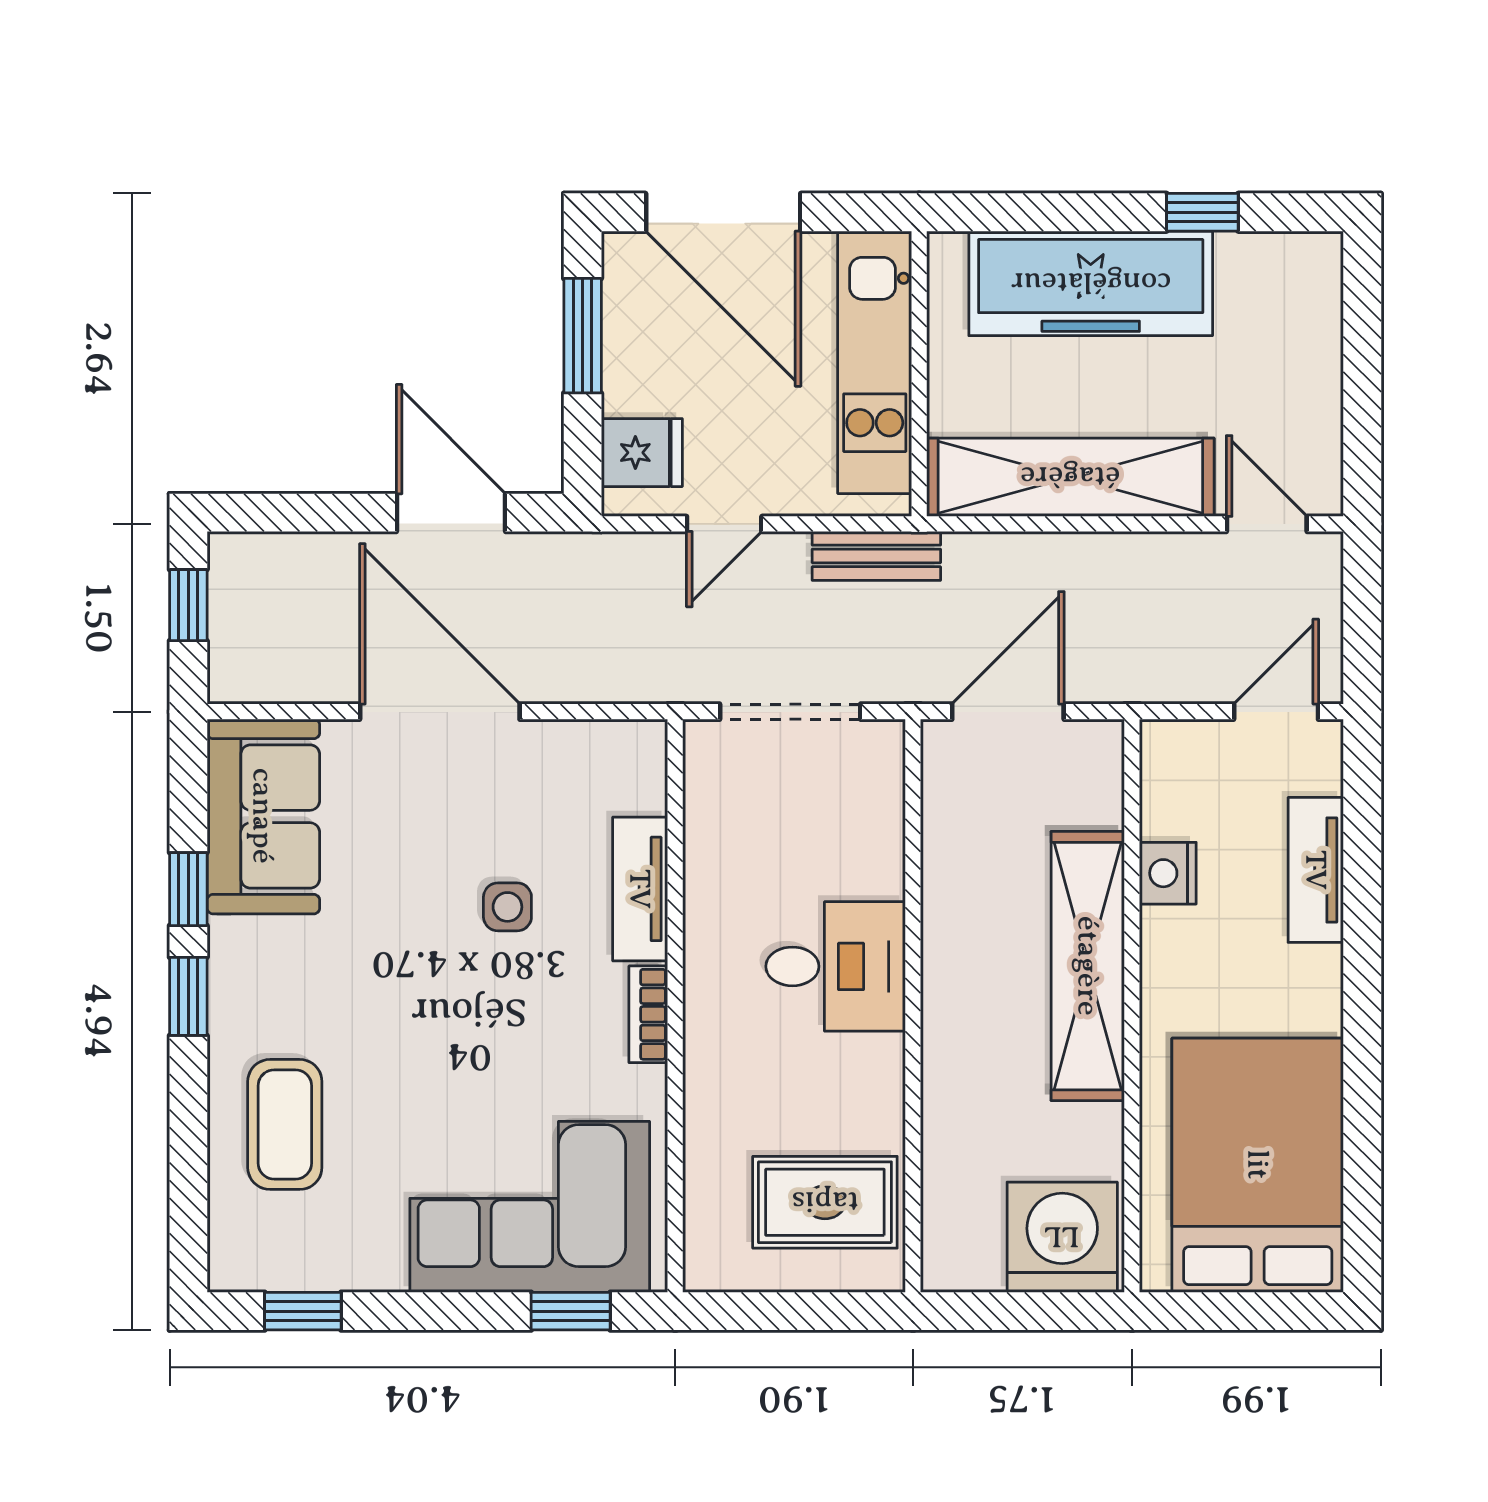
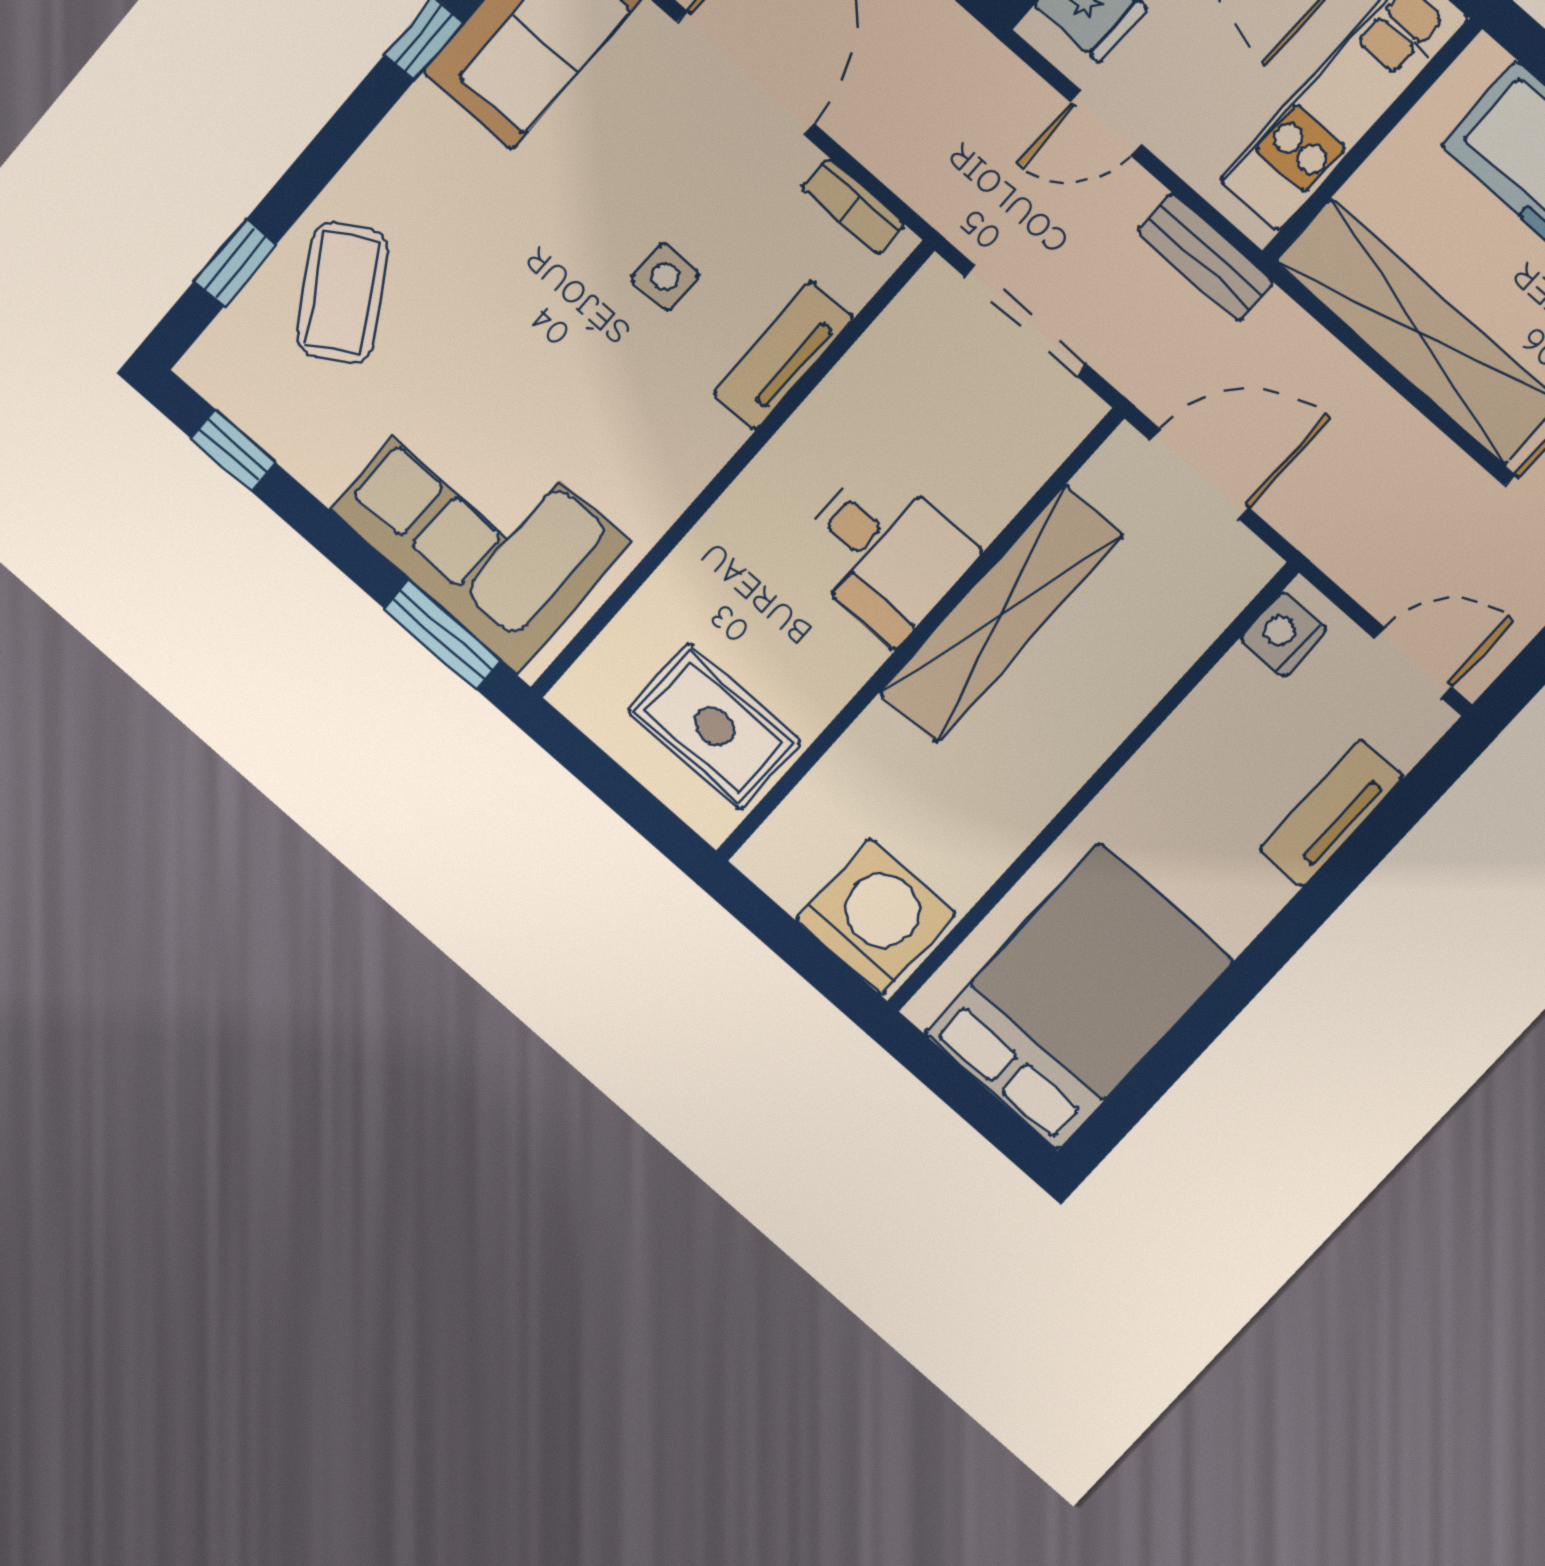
nightstand: (1168, 873) -> (1283, 634), moved
shelving: (1088, 966) -> (1001, 614), moved
window: (188, 996) -> (235, 263), moved
bookcase: (648, 1014) -> (854, 207), moved, turned -90
coffee table: (285, 1124) -> (342, 293), turned -31
window: (571, 1311) -> (443, 635), width x1.50

